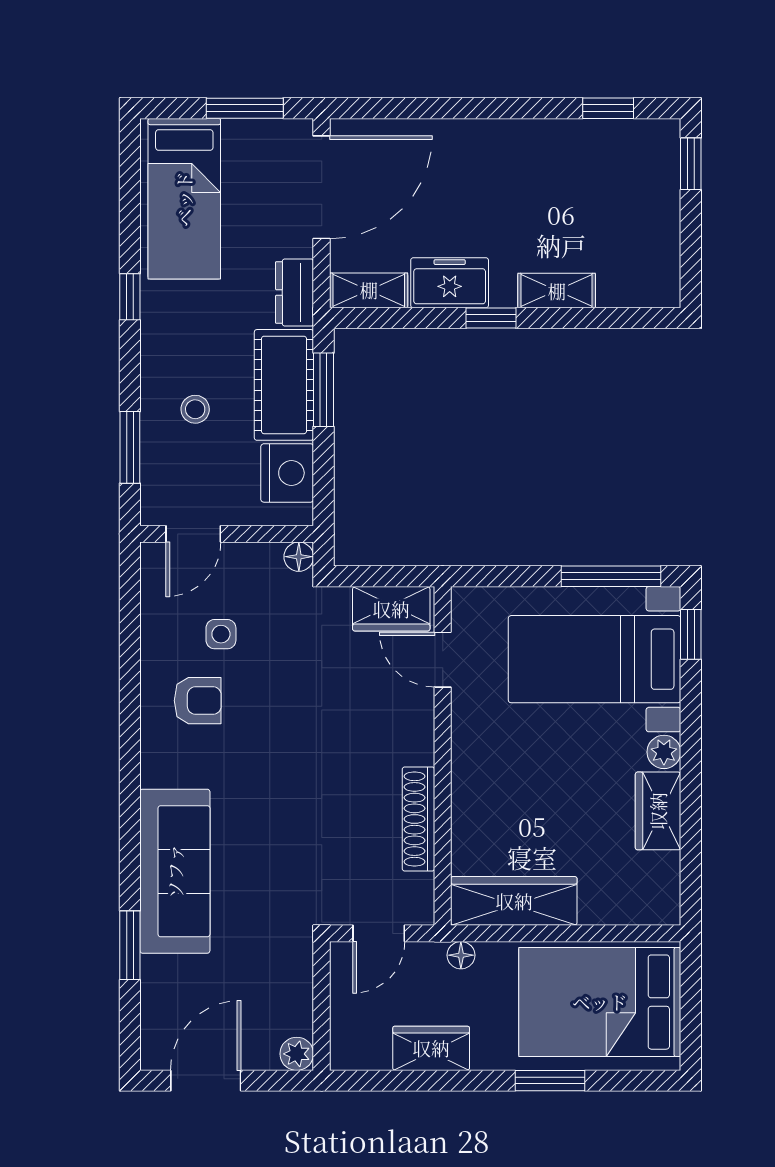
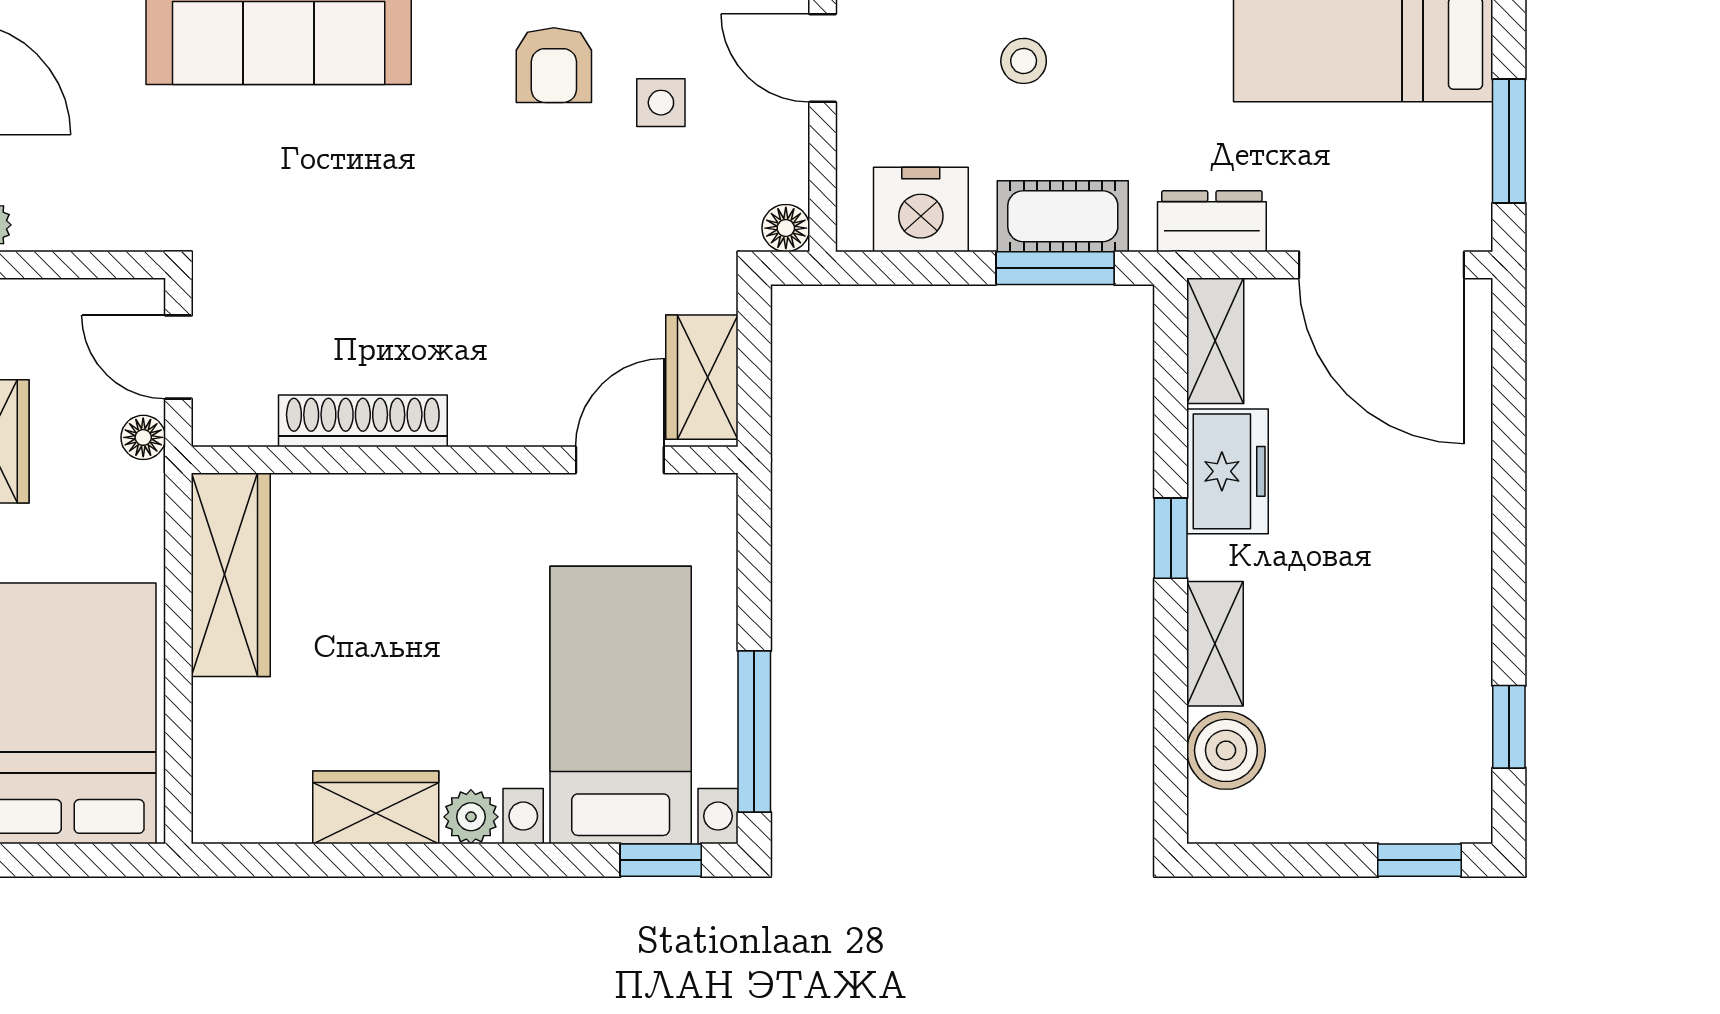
boiler: (623, 284) -> (1226, 750), added
cot: (284, 385) -> (1063, 216), width x0.73, depth x0.75
floor lamp: (461, 955) -> (143, 437), moved

